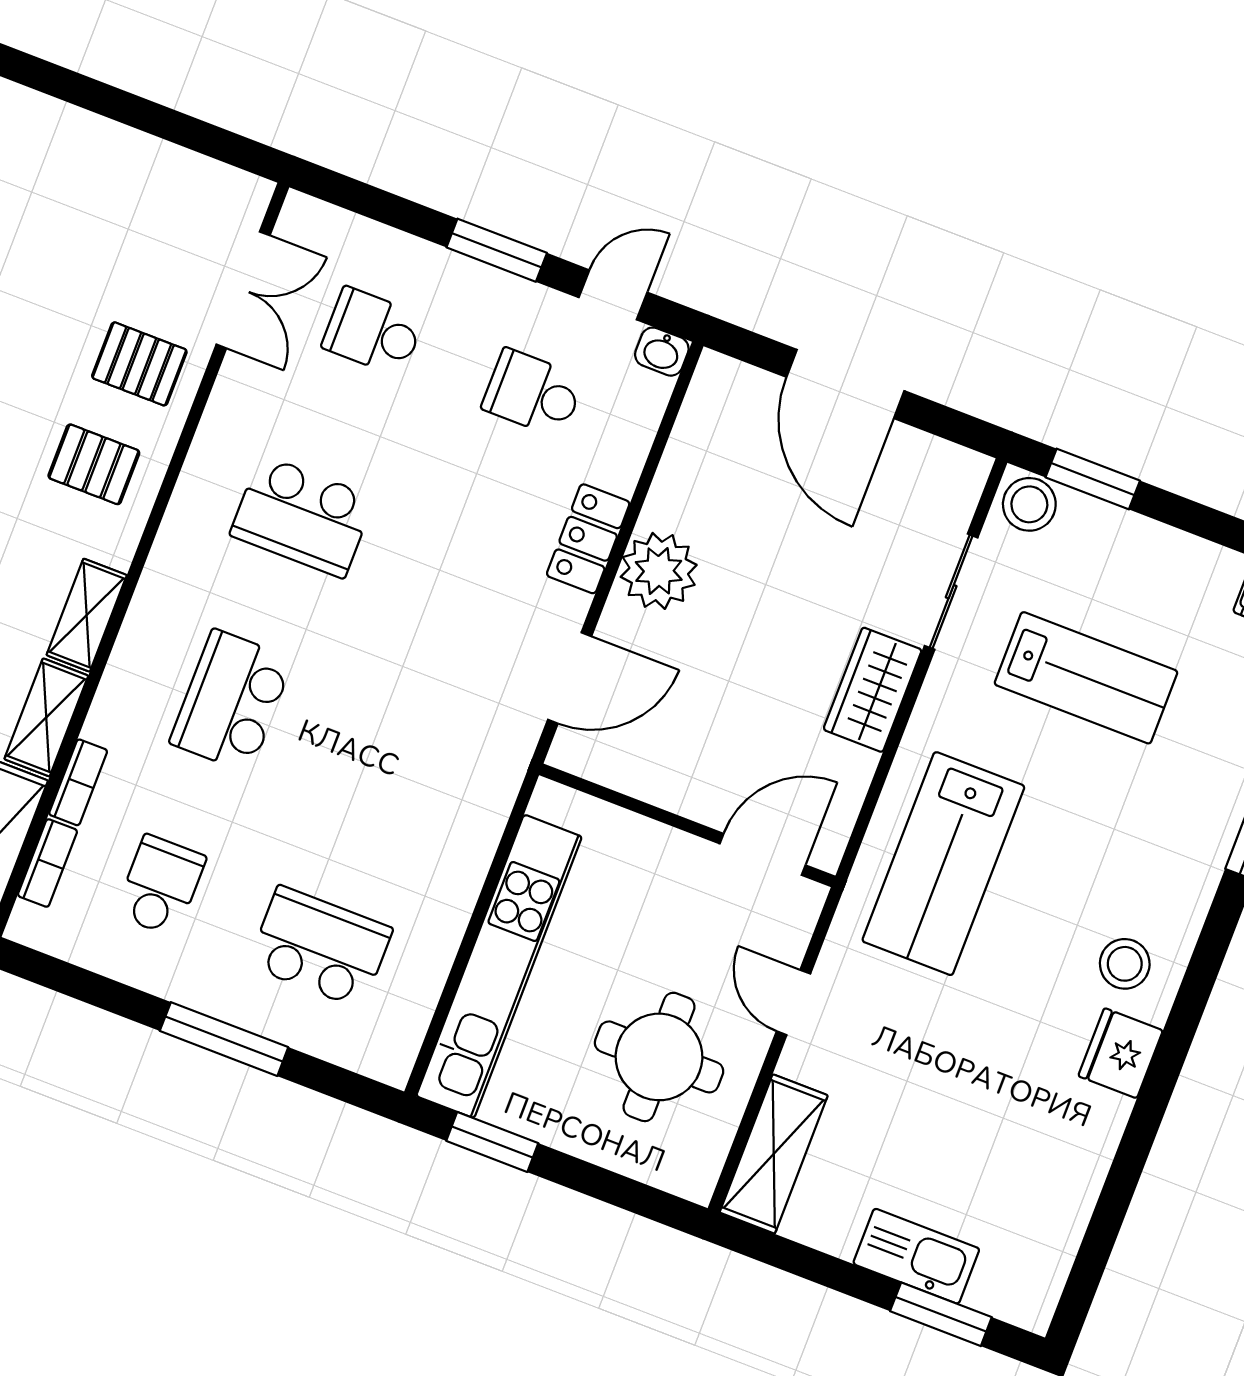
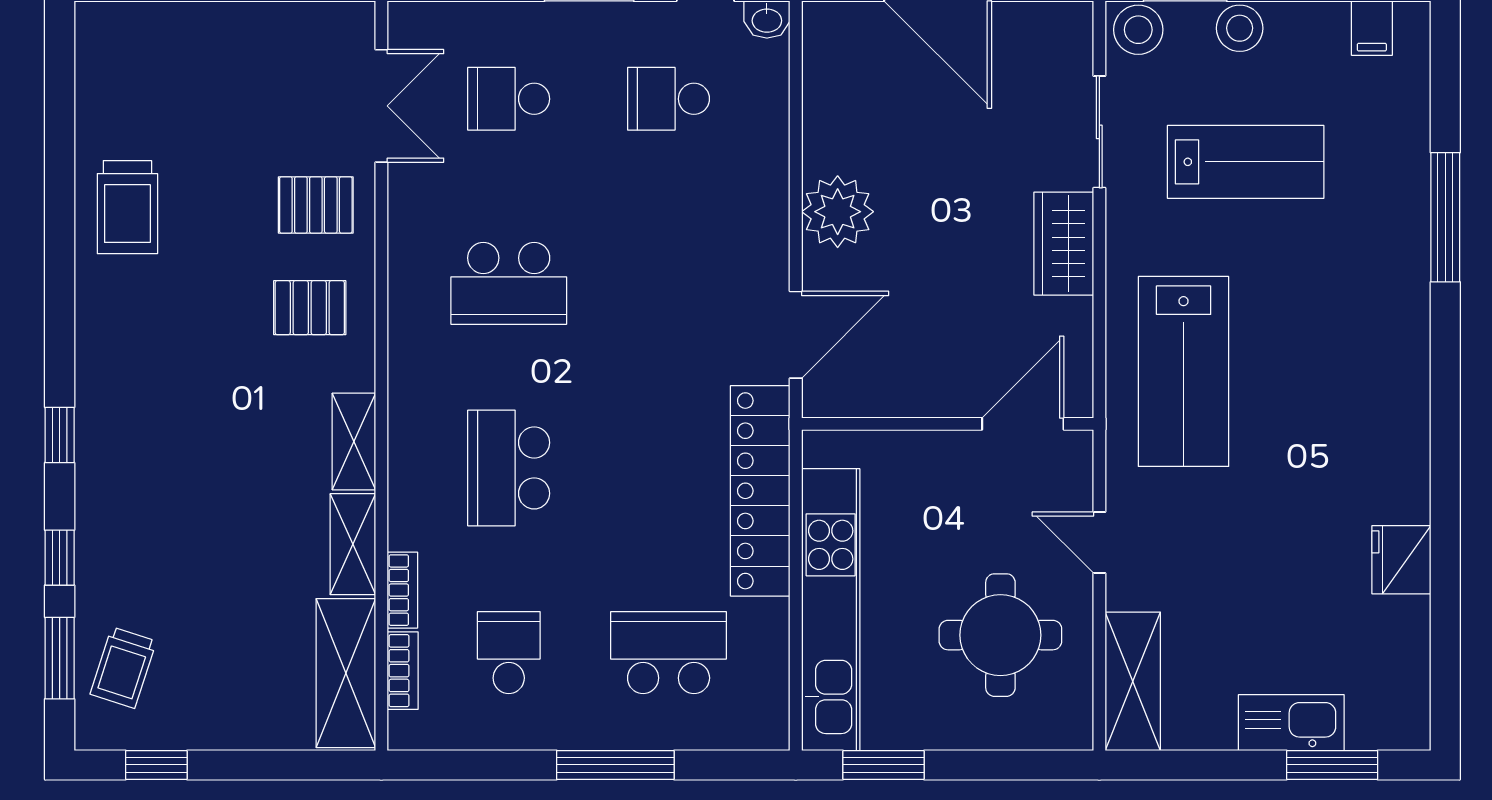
locker: (588, 539) -> (760, 491), moved, width x2.16, depth x1.21
stool: (1125, 964) -> (1240, 28), moved
fridge: (1121, 1053) -> (1401, 560), moved

